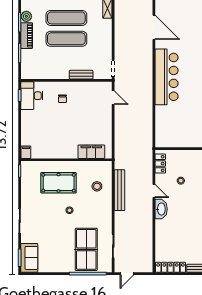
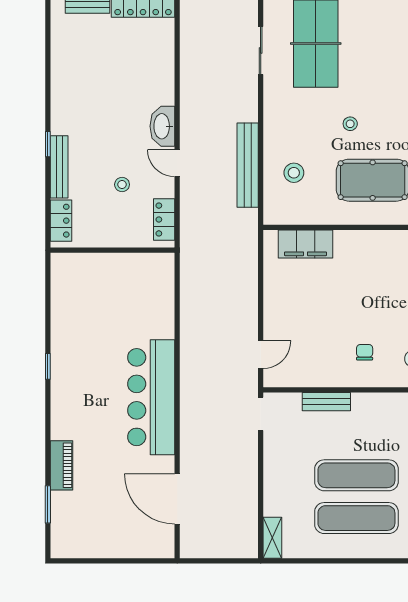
door: (113, 98) -> (261, 355), swing flipped

